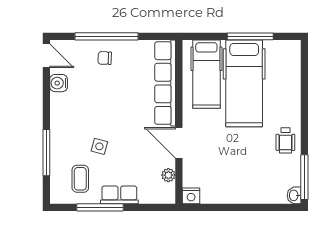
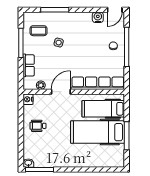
wheelchair: (285, 140) -> (38, 126), moved
row of seats: (119, 195) -> (29, 65), moved

